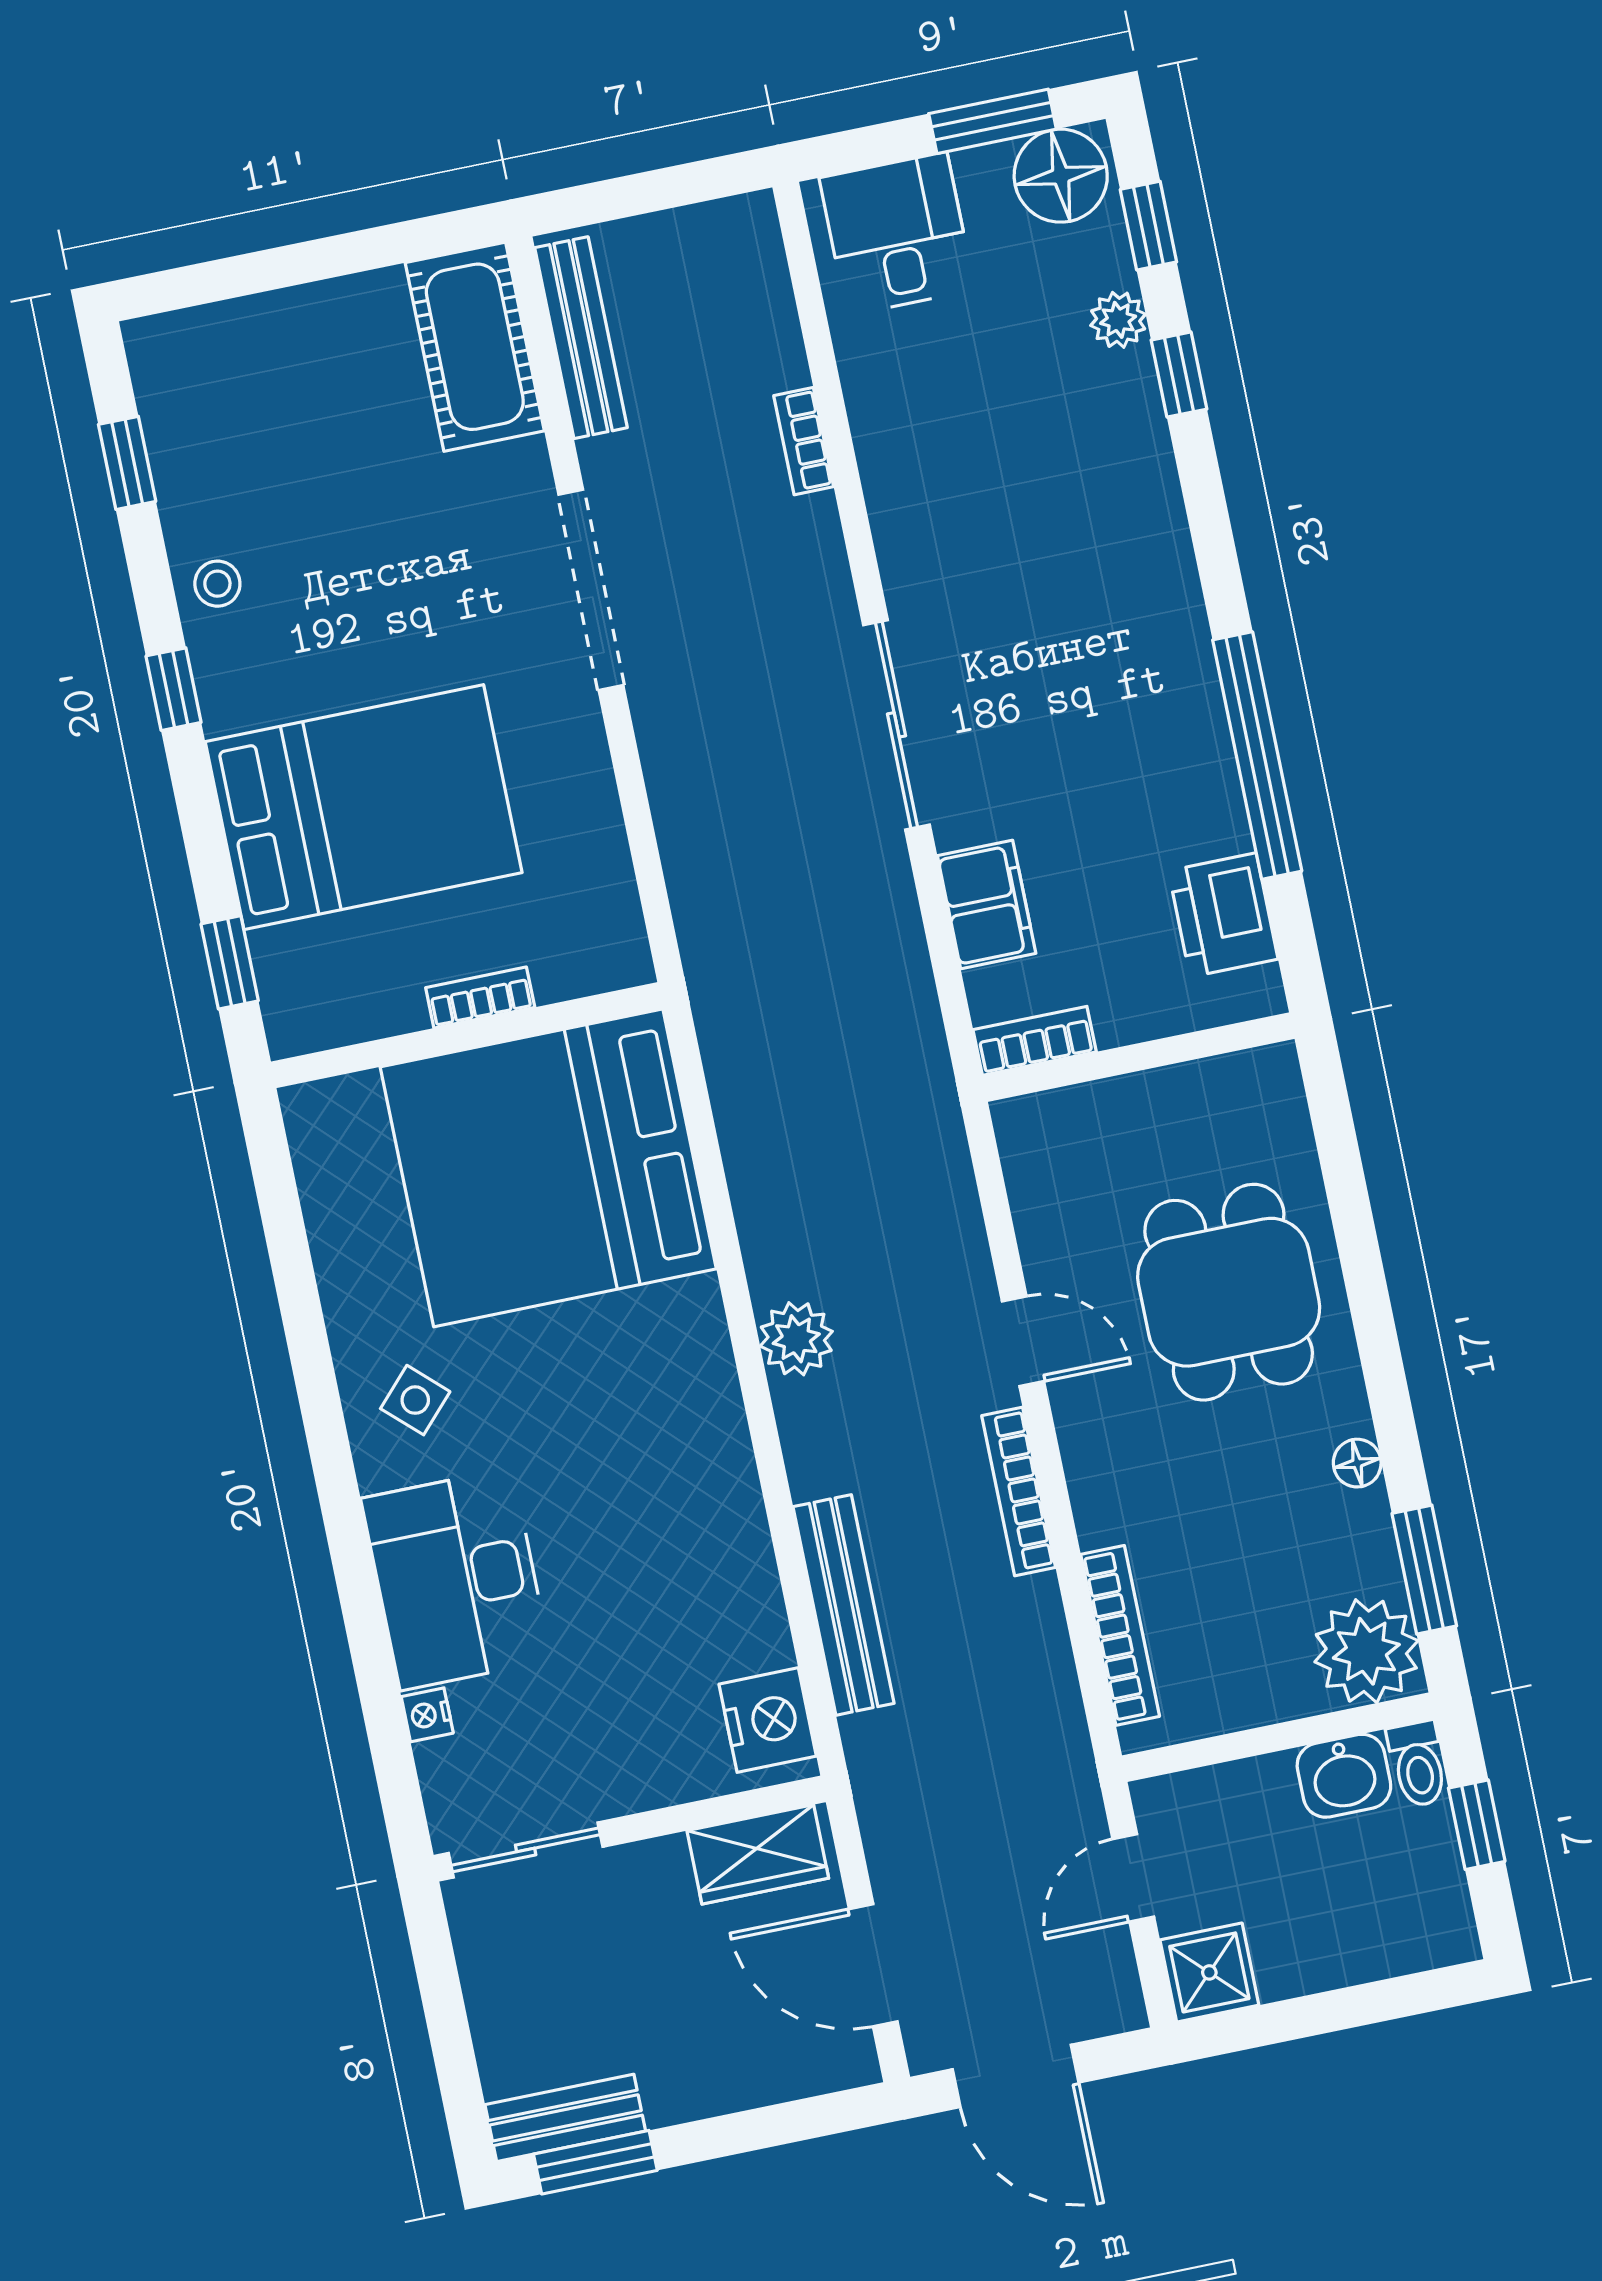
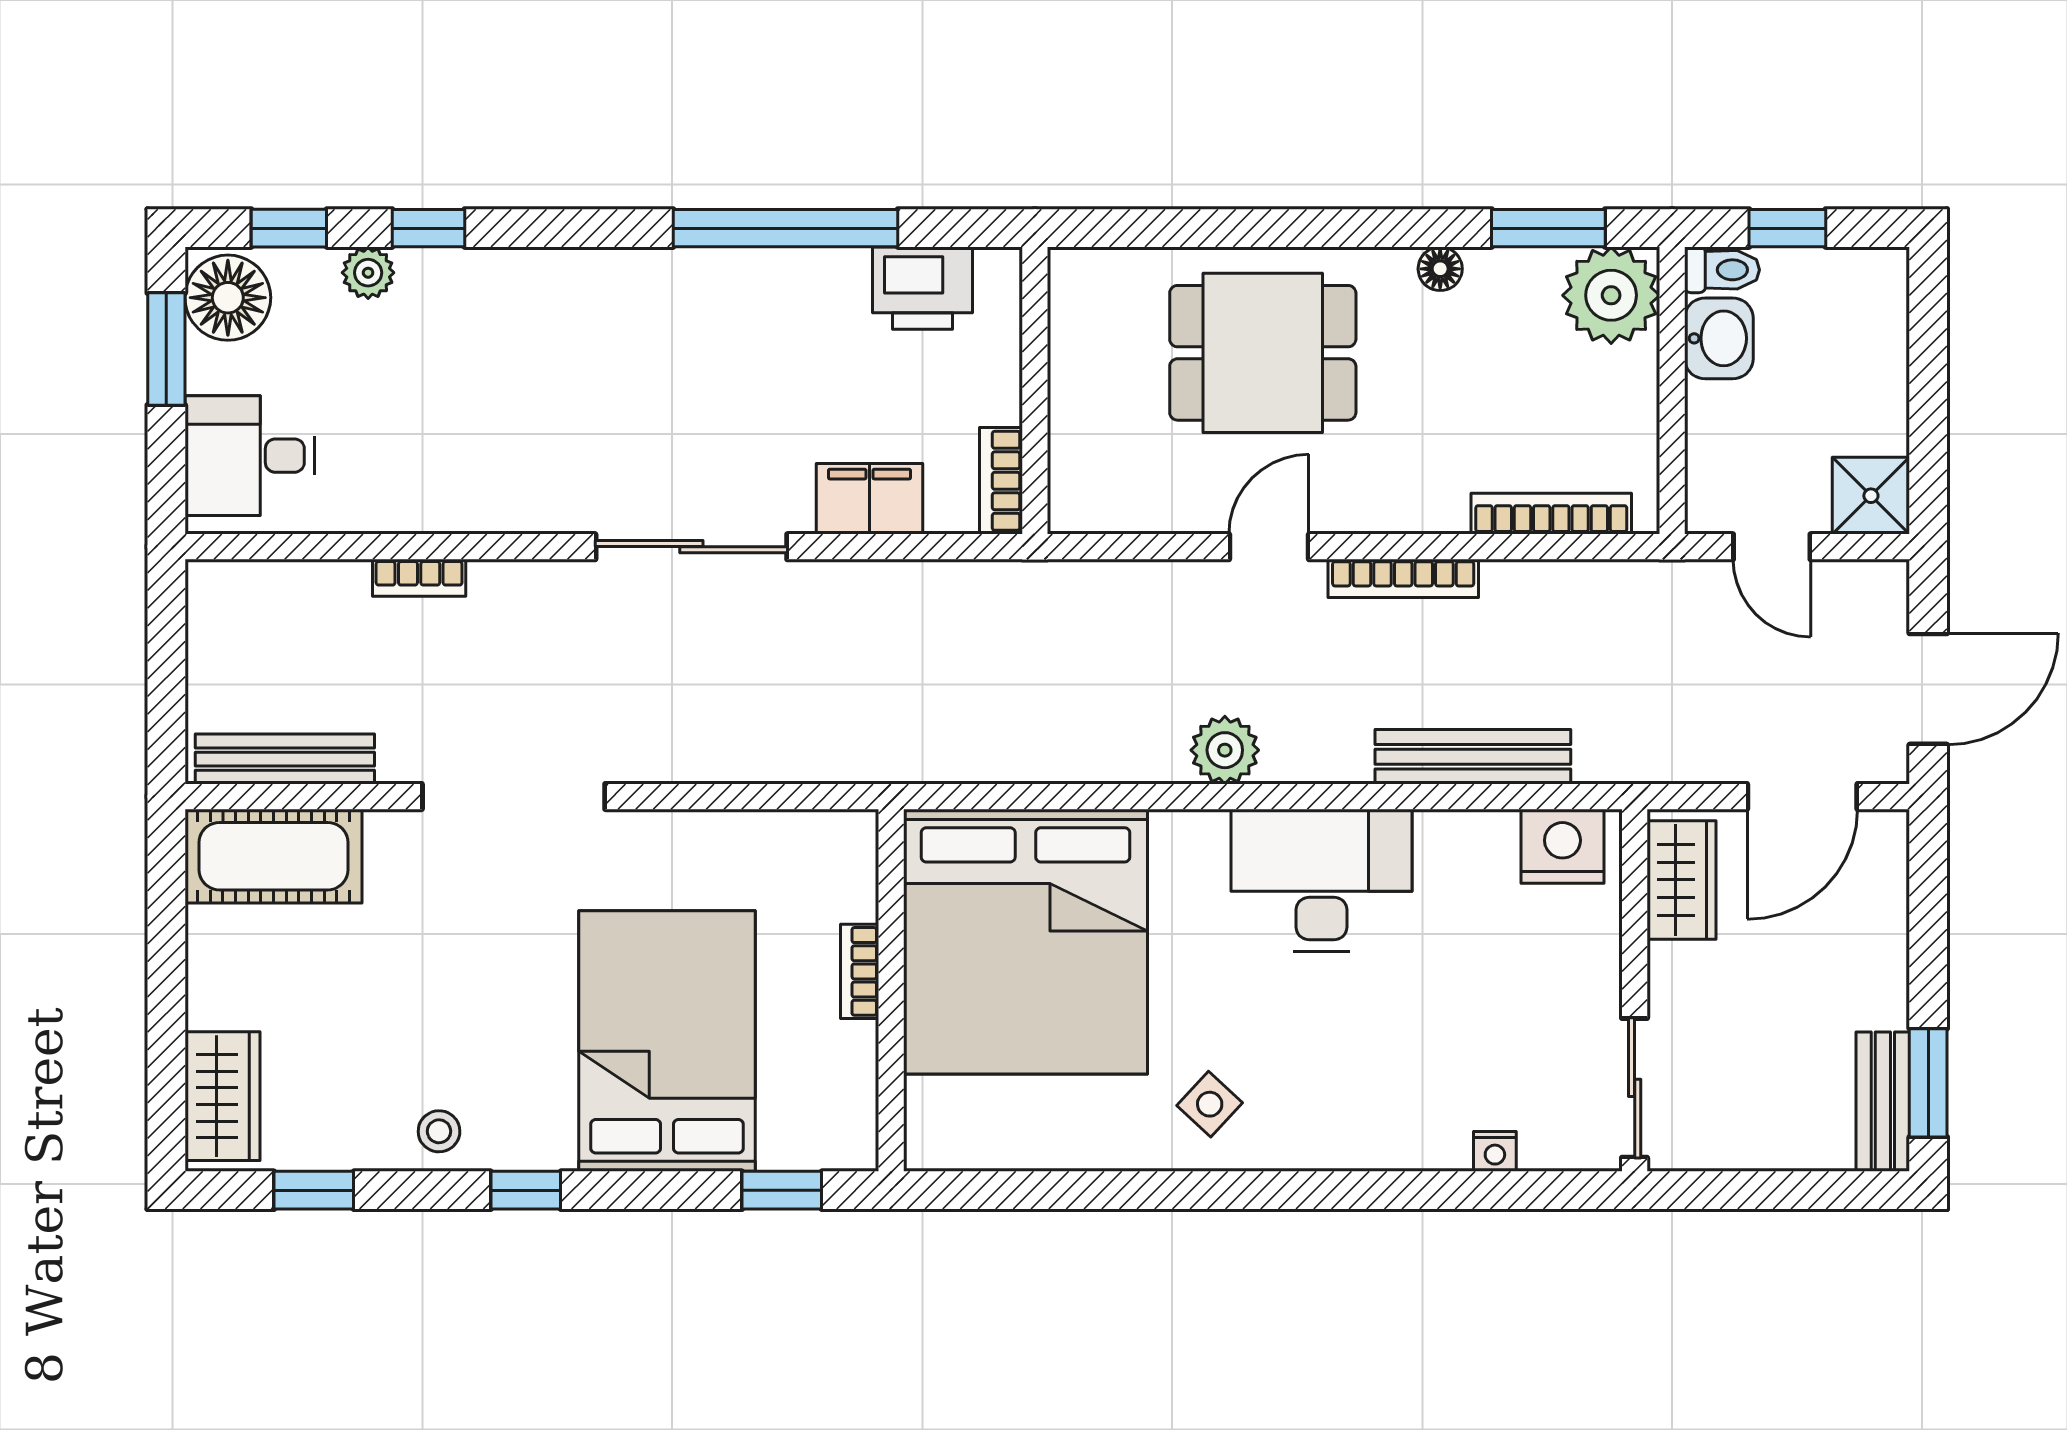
wardrobe: (207, 345) -> (223, 1096), added
desk: (456, 1579) -> (1322, 880), moved, turned 180

